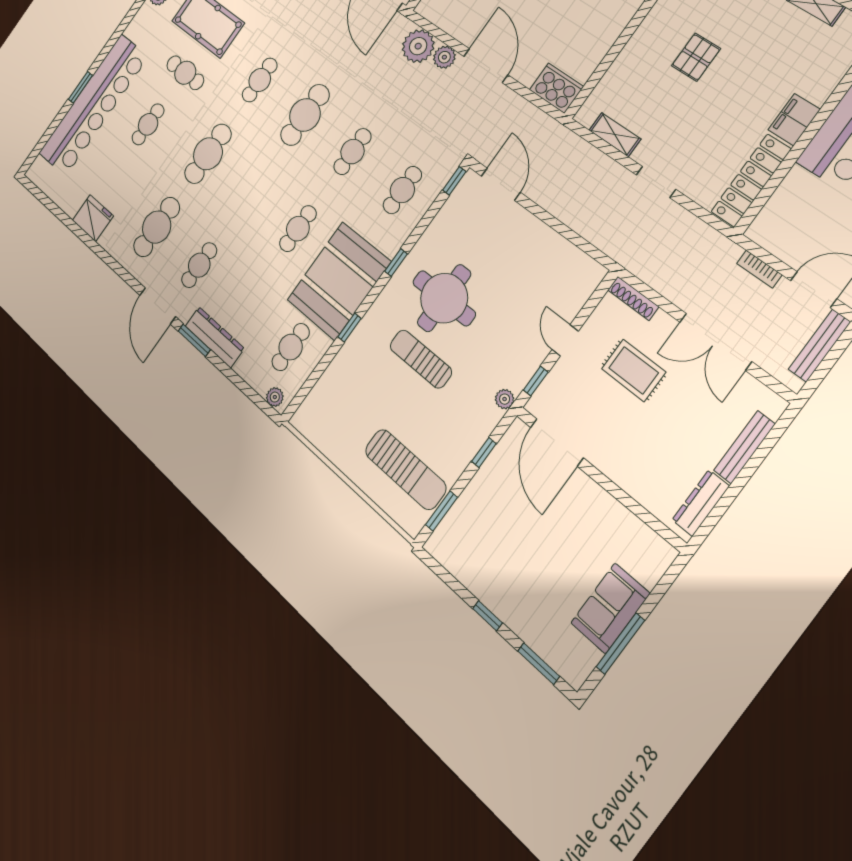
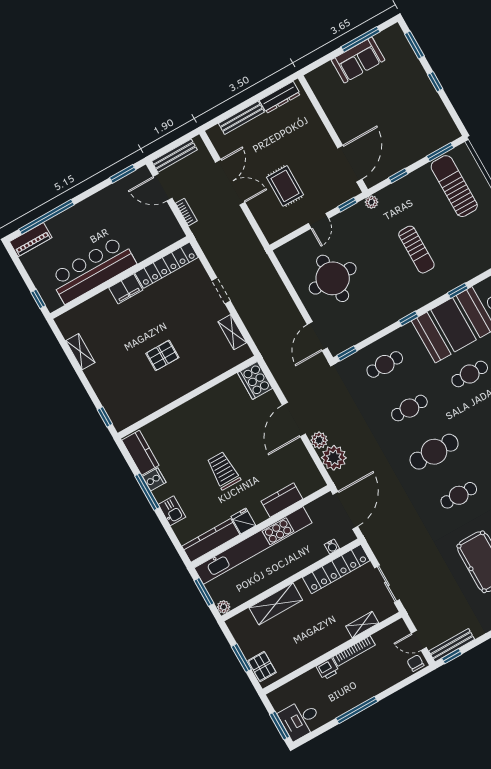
round table: (444, 298) -> (333, 278), moved
shoe rack: (633, 298) -> (266, 228), removed

